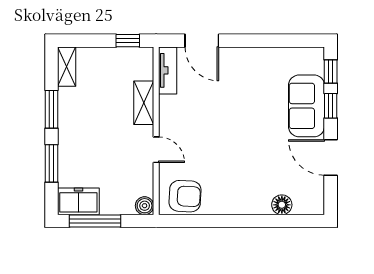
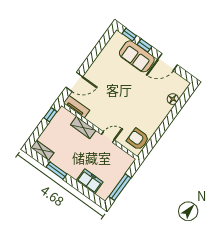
window: (52, 163) -> (81, 188), removed
armchair: (185, 196) -> (138, 139), turned -93
freezer: (78, 201) -> (90, 181), moved, turned 90
boiler: (145, 206) -> (129, 160), removed

